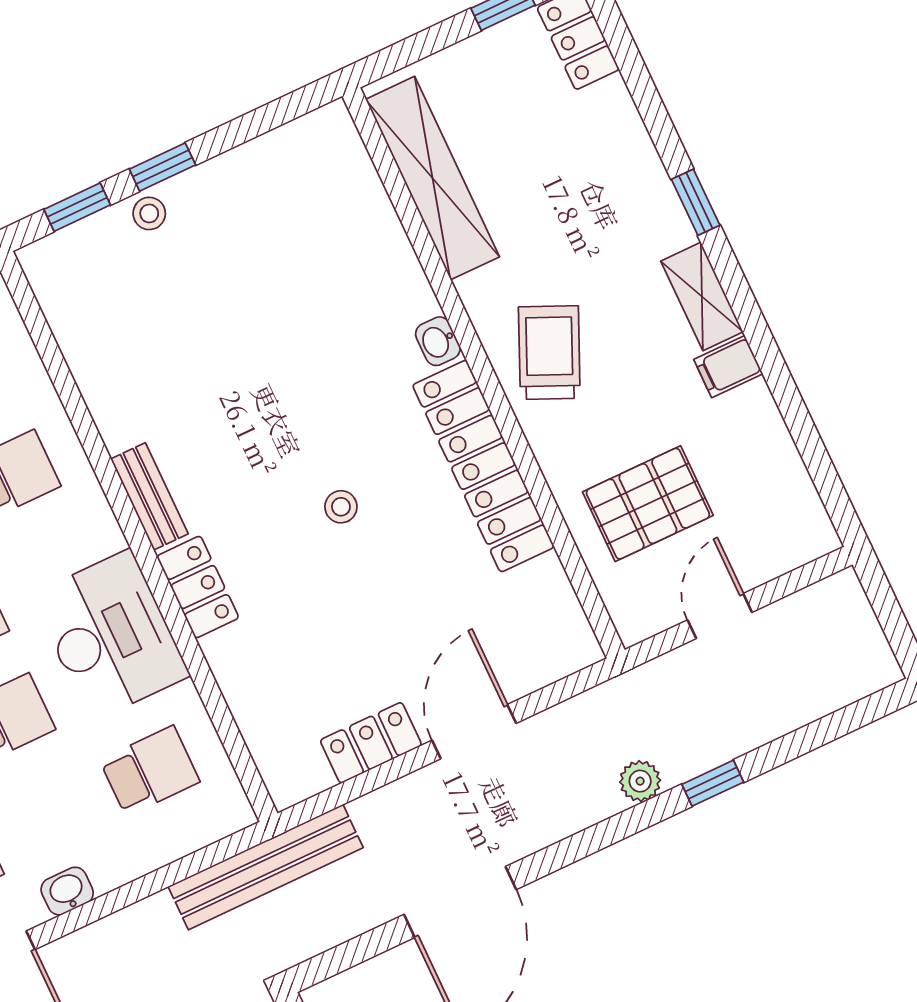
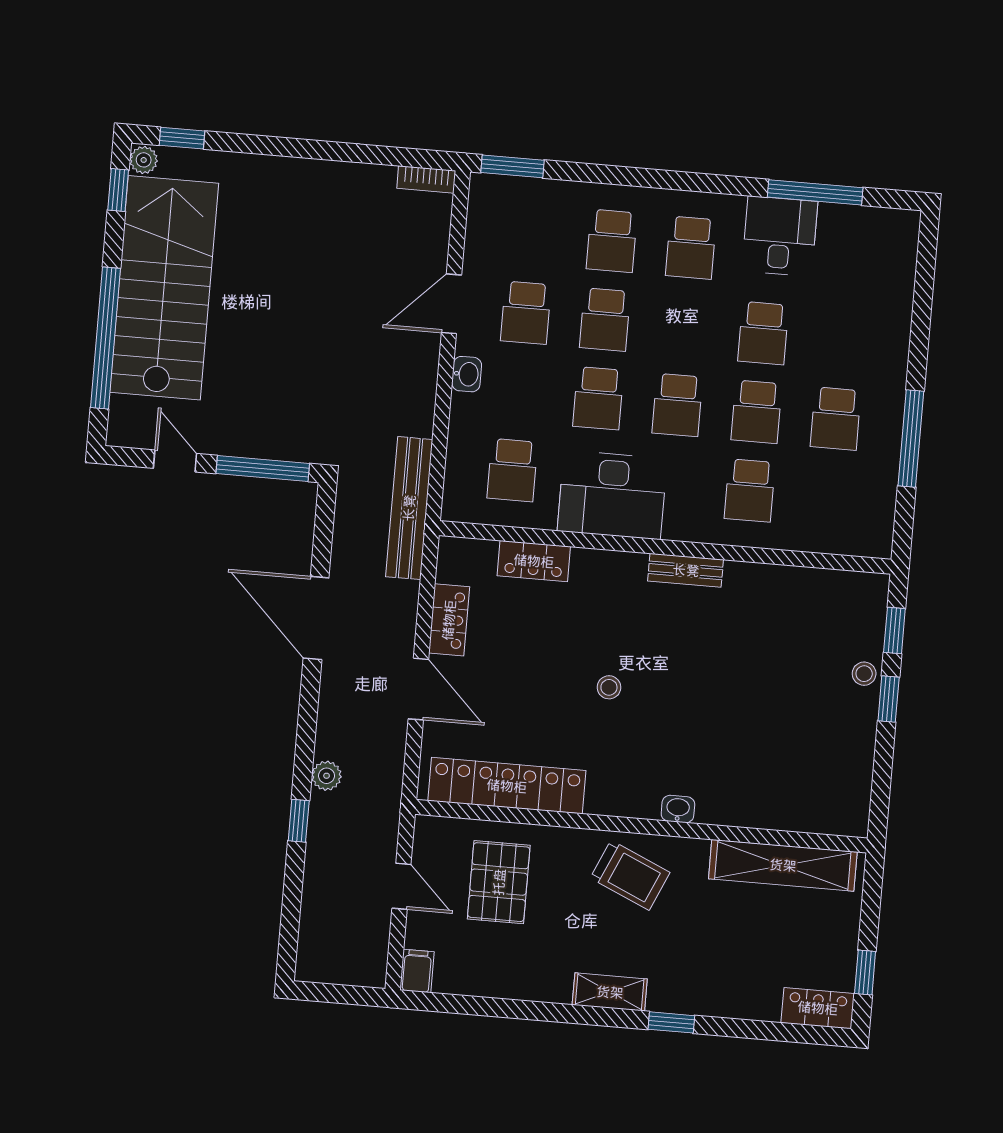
filing cabinet: (728, 367) -> (417, 971), moved
locker: (483, 466) -> (507, 786), moved
locker: (198, 587) -> (534, 561), moved

